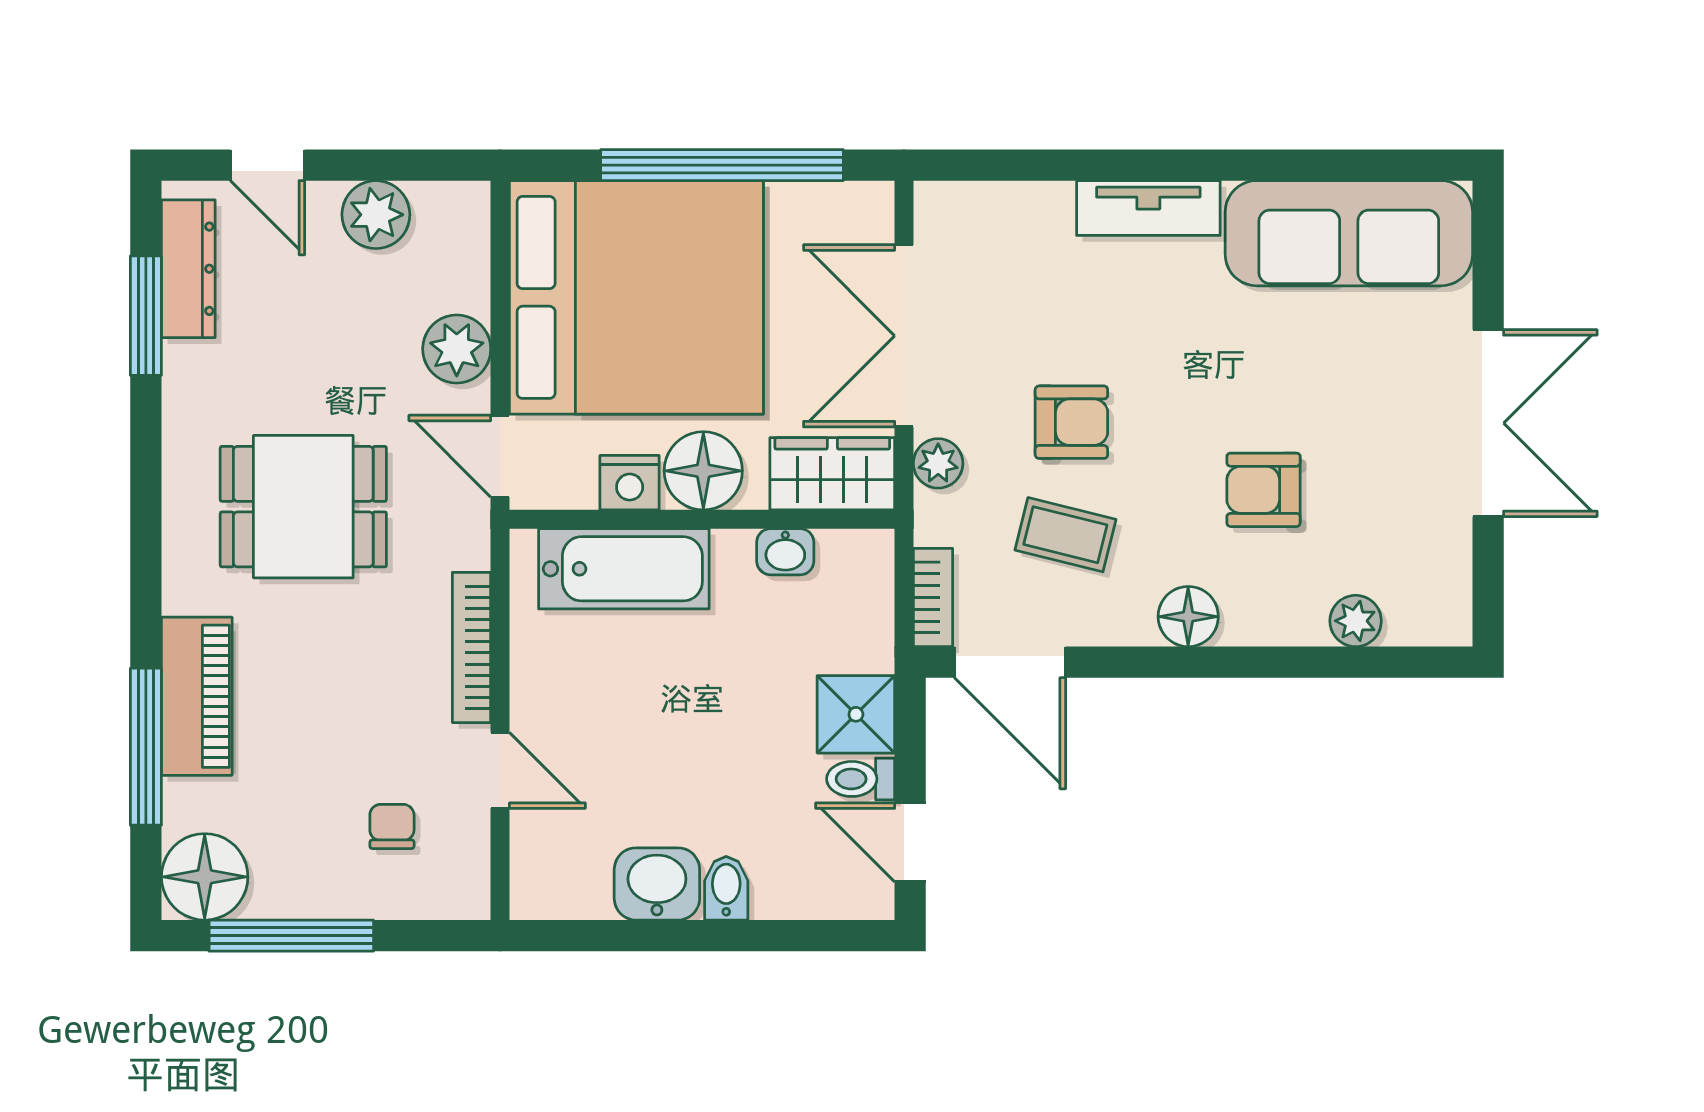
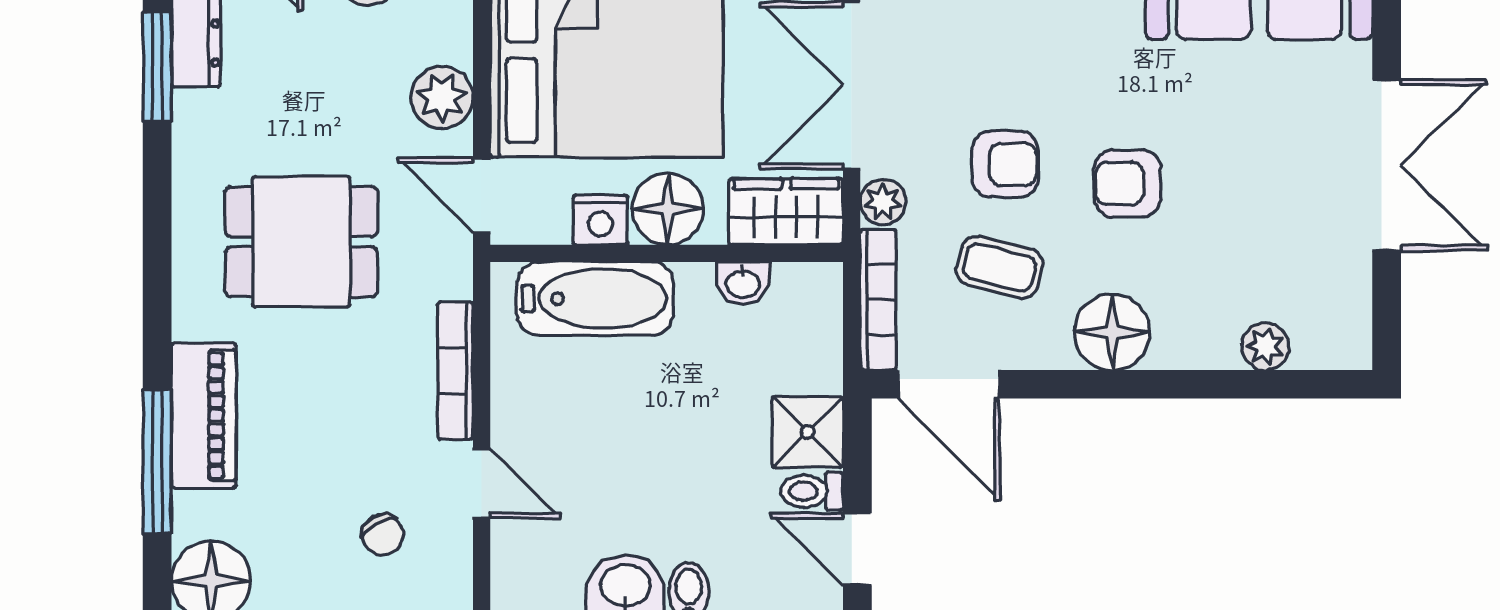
armchair: (1263, 490) -> (1128, 183), moved
bookcase: (933, 598) -> (878, 300), width x1.56
floor lamp: (1188, 617) -> (1112, 332), width x1.38, depth x1.38
chair: (392, 826) -> (383, 535), turned 152

